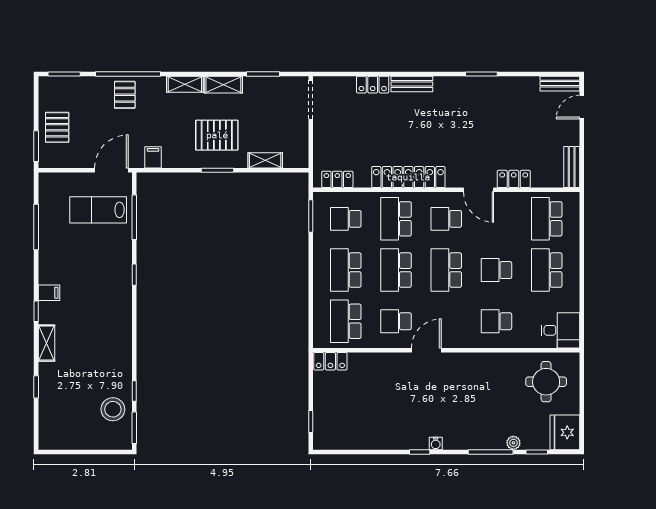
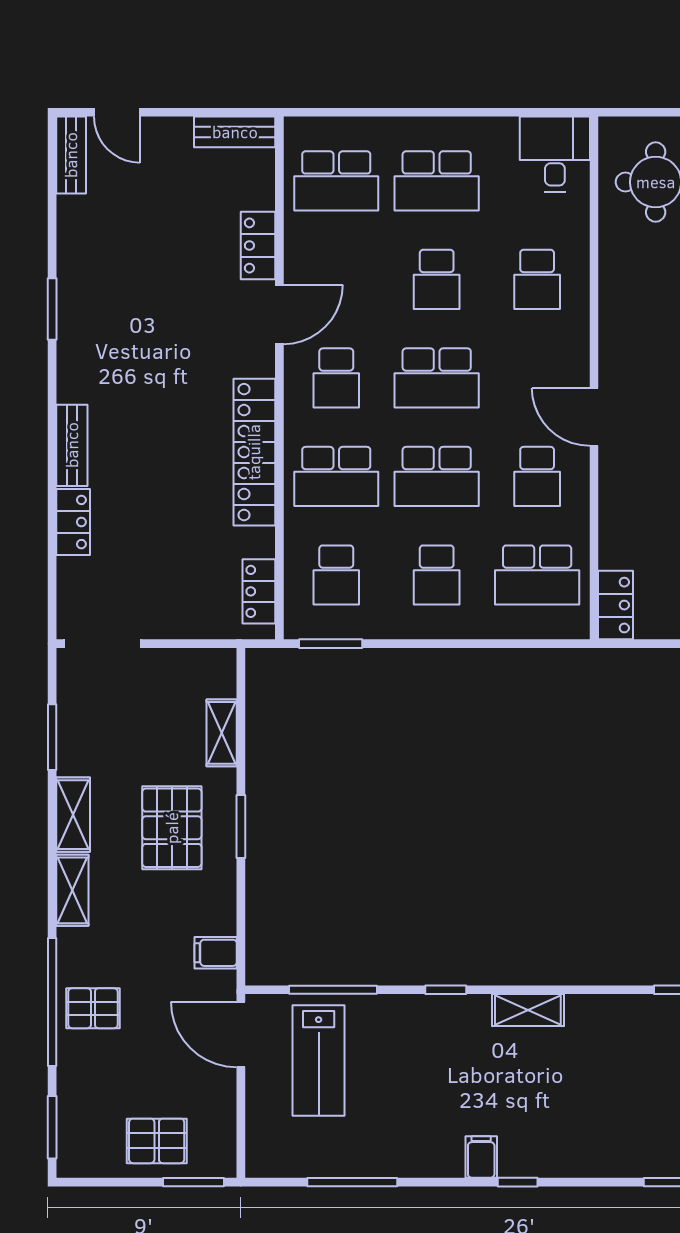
school desk: (346, 270) -> (437, 575), width x0.54
shelving: (46, 343) -> (528, 1010), moved

